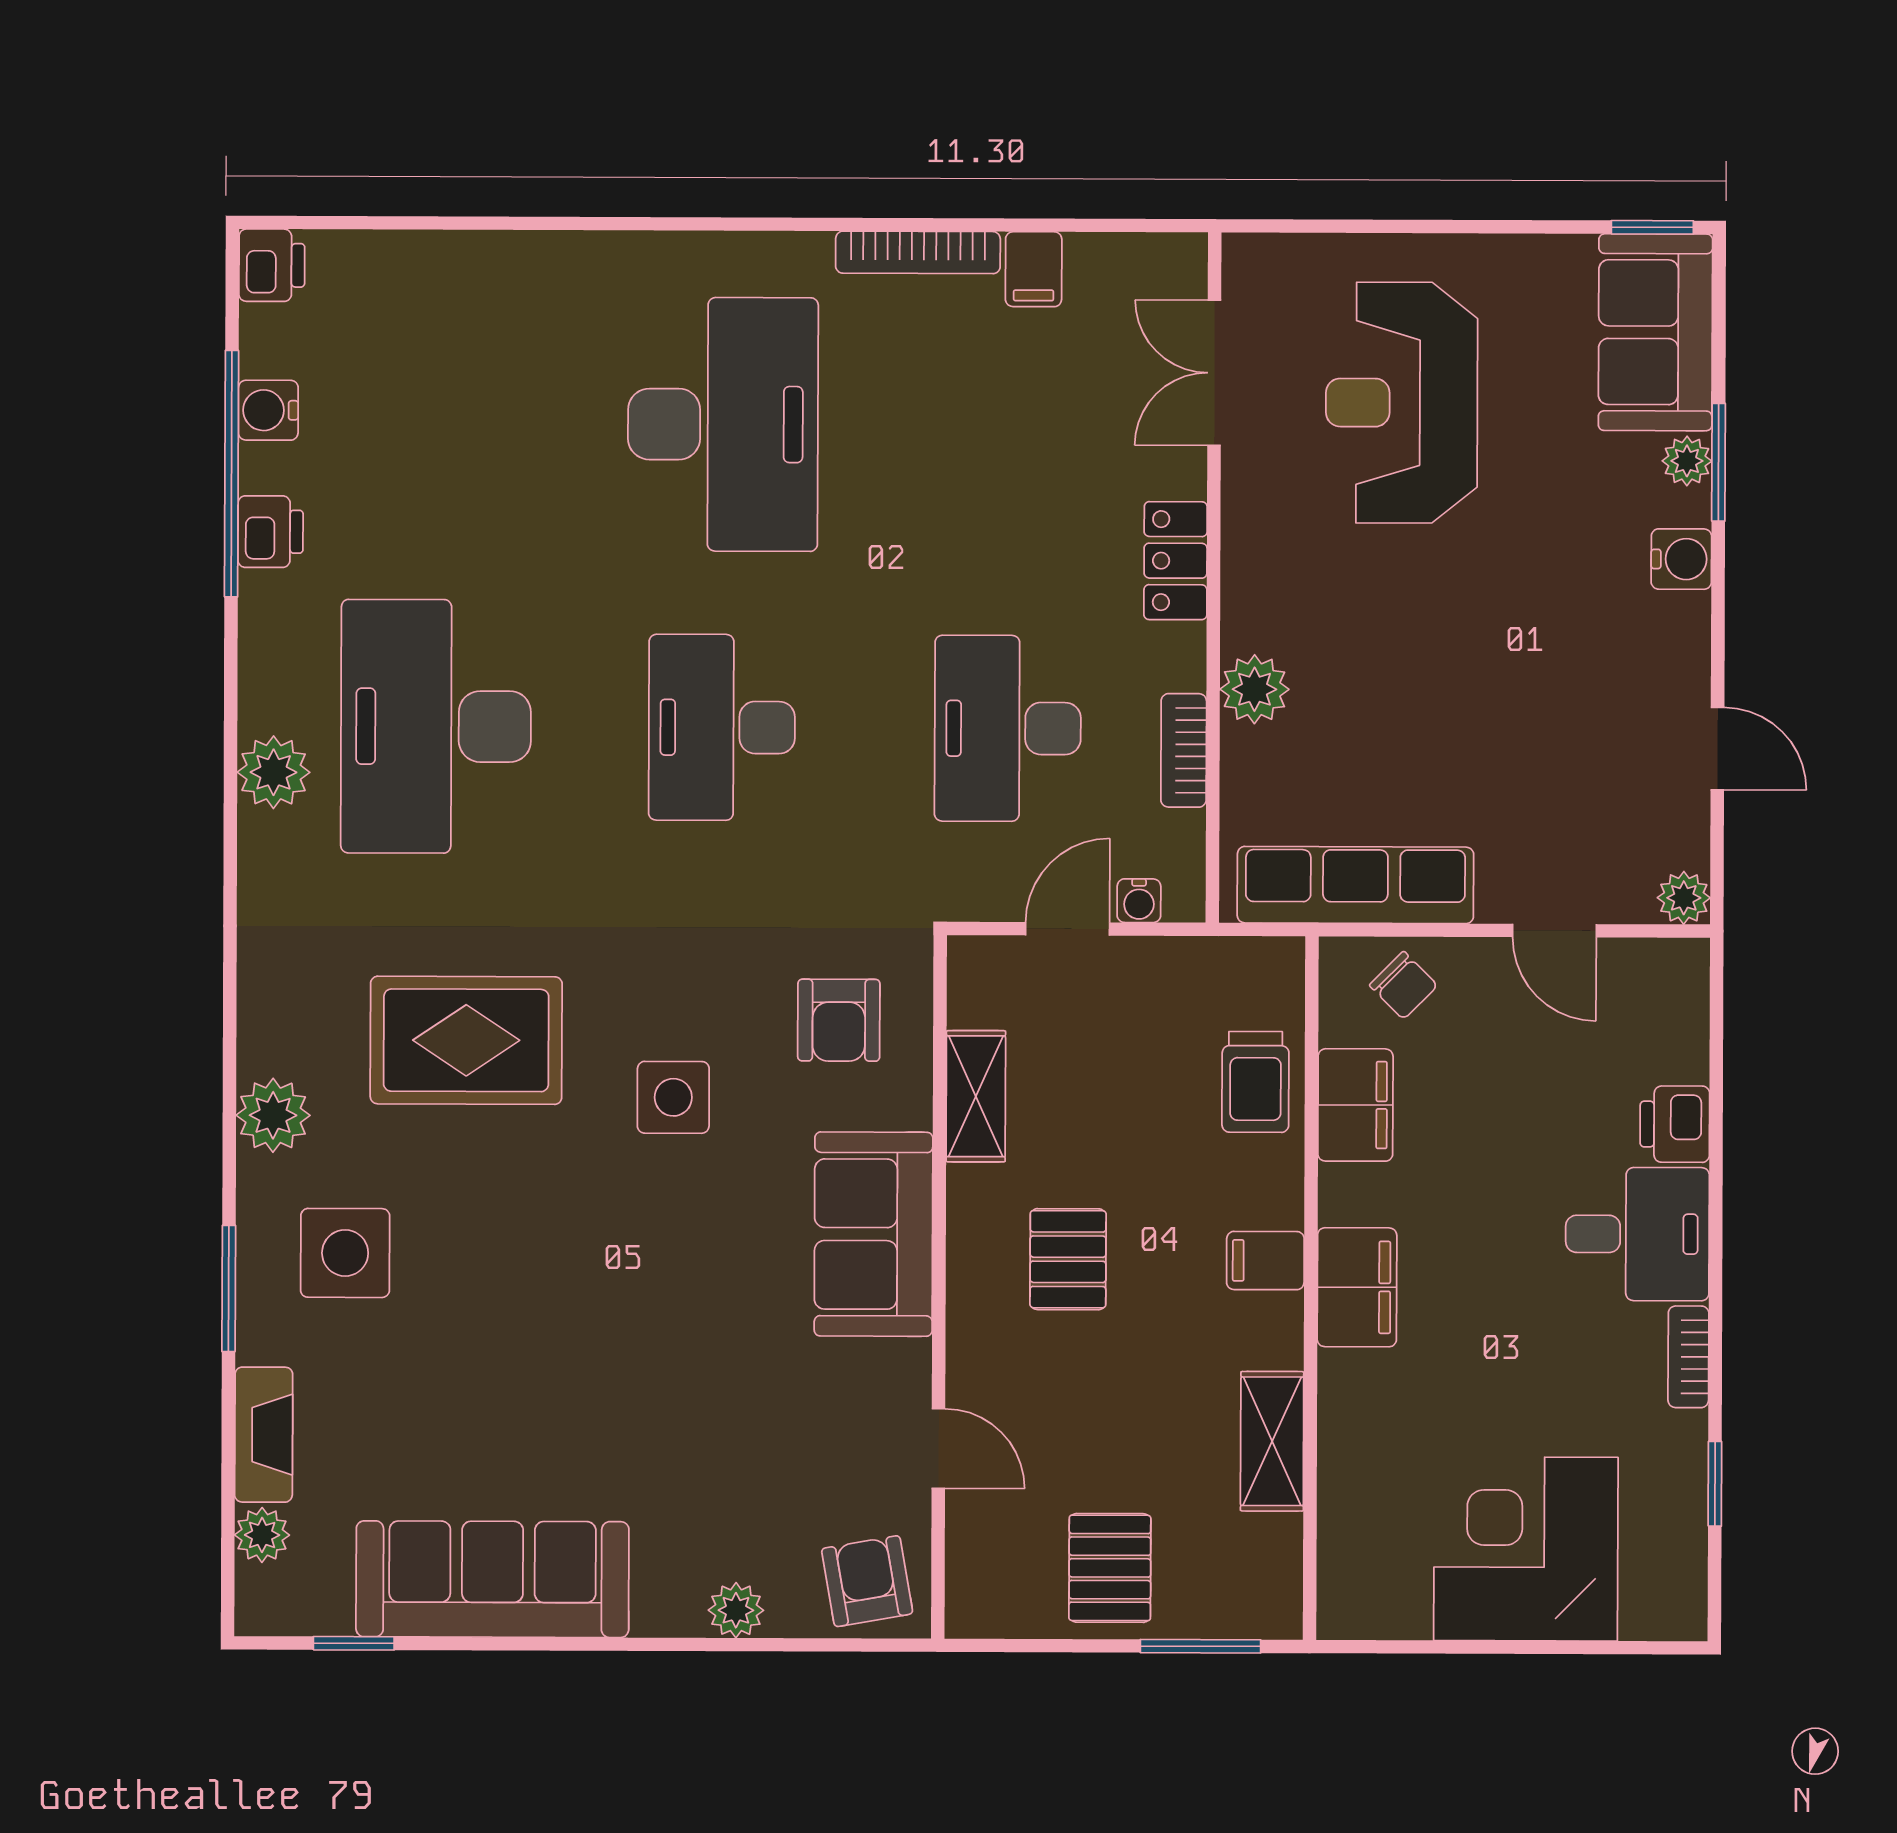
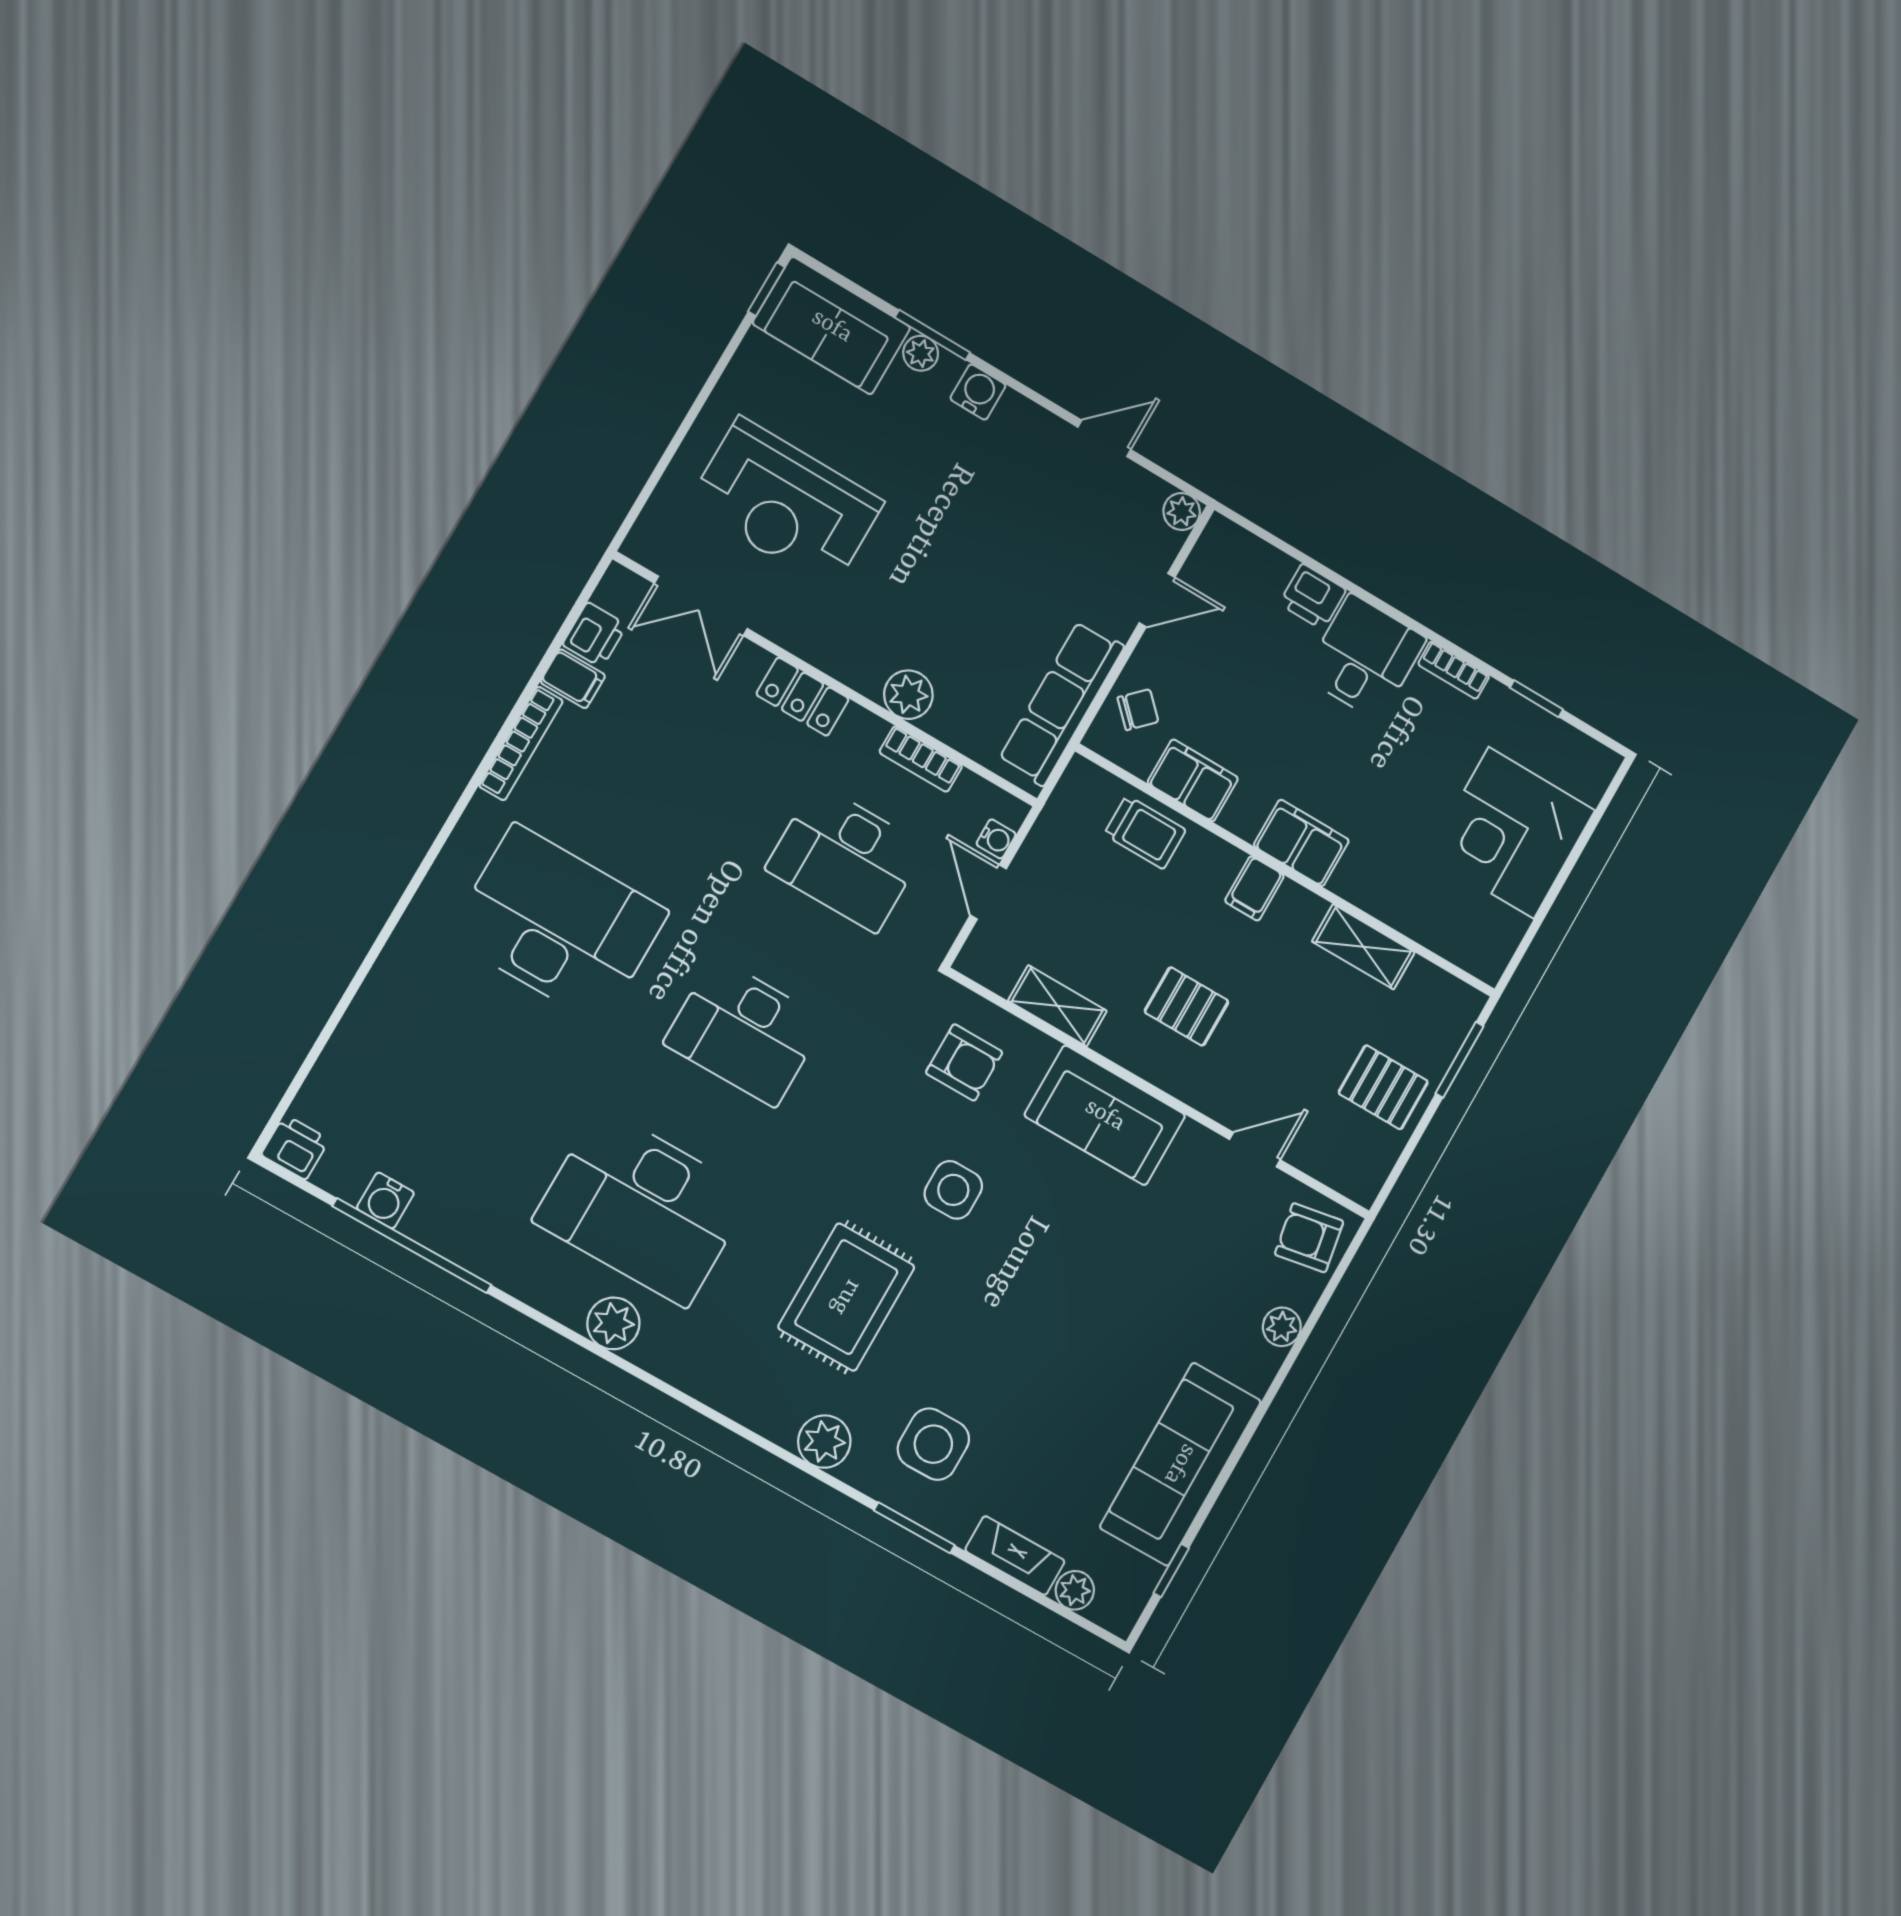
printer: (271, 532) -> (595, 635), moved, turned 90

